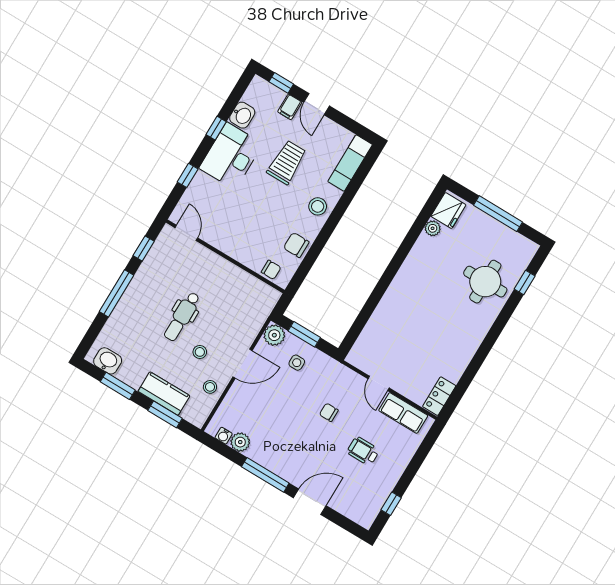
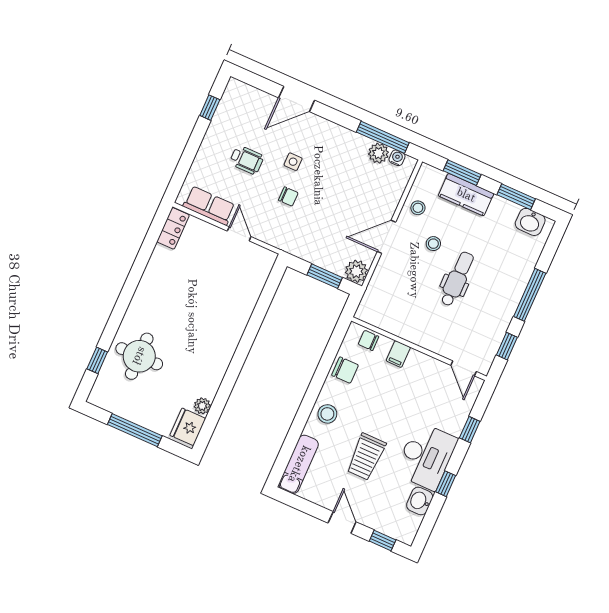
filing cabinet: (290, 107) -> (398, 354), moved, turned 180
side table: (297, 363) -> (293, 162), moved
window: (265, 475) -> (383, 137), moved

